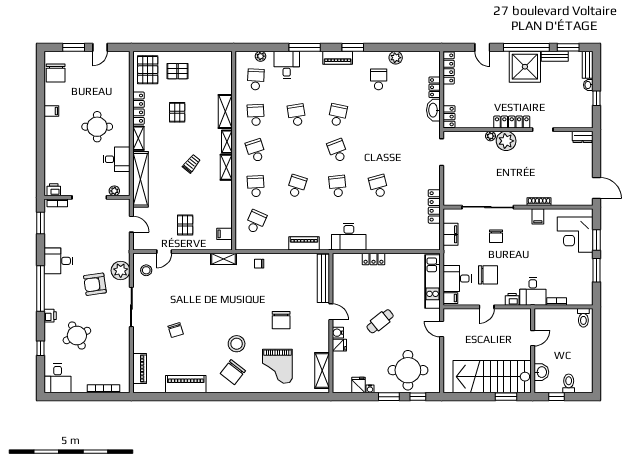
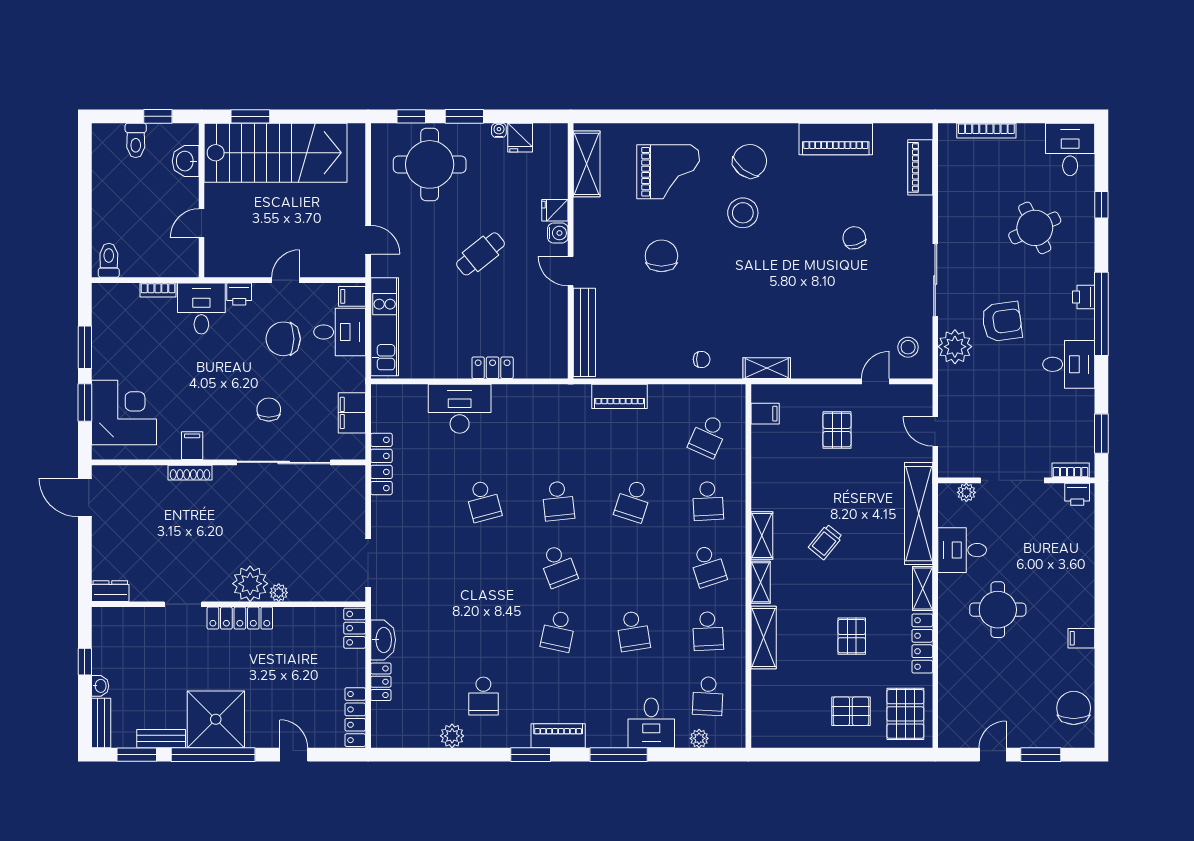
desk: (349, 237) -> (460, 409), moved
printer: (50, 316) -> (1084, 297), moved
grand piano: (277, 366) -> (668, 172), turned 90

